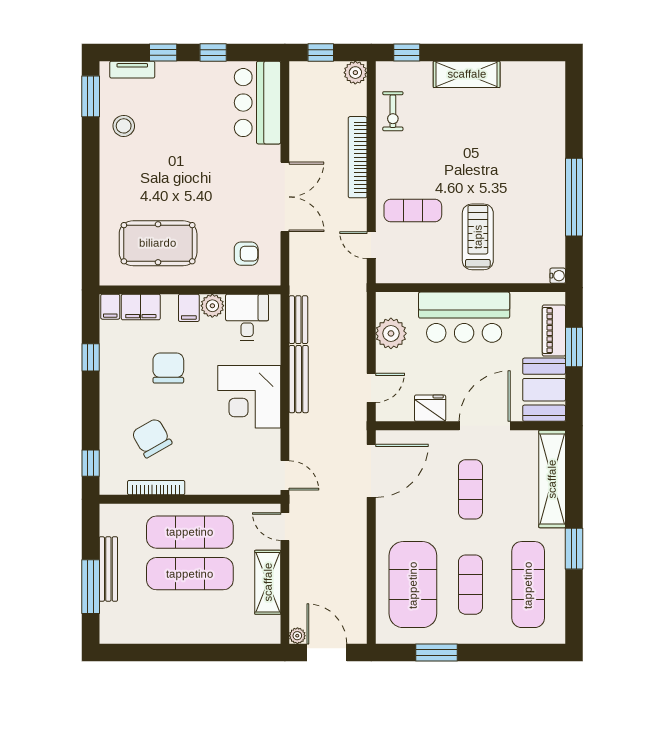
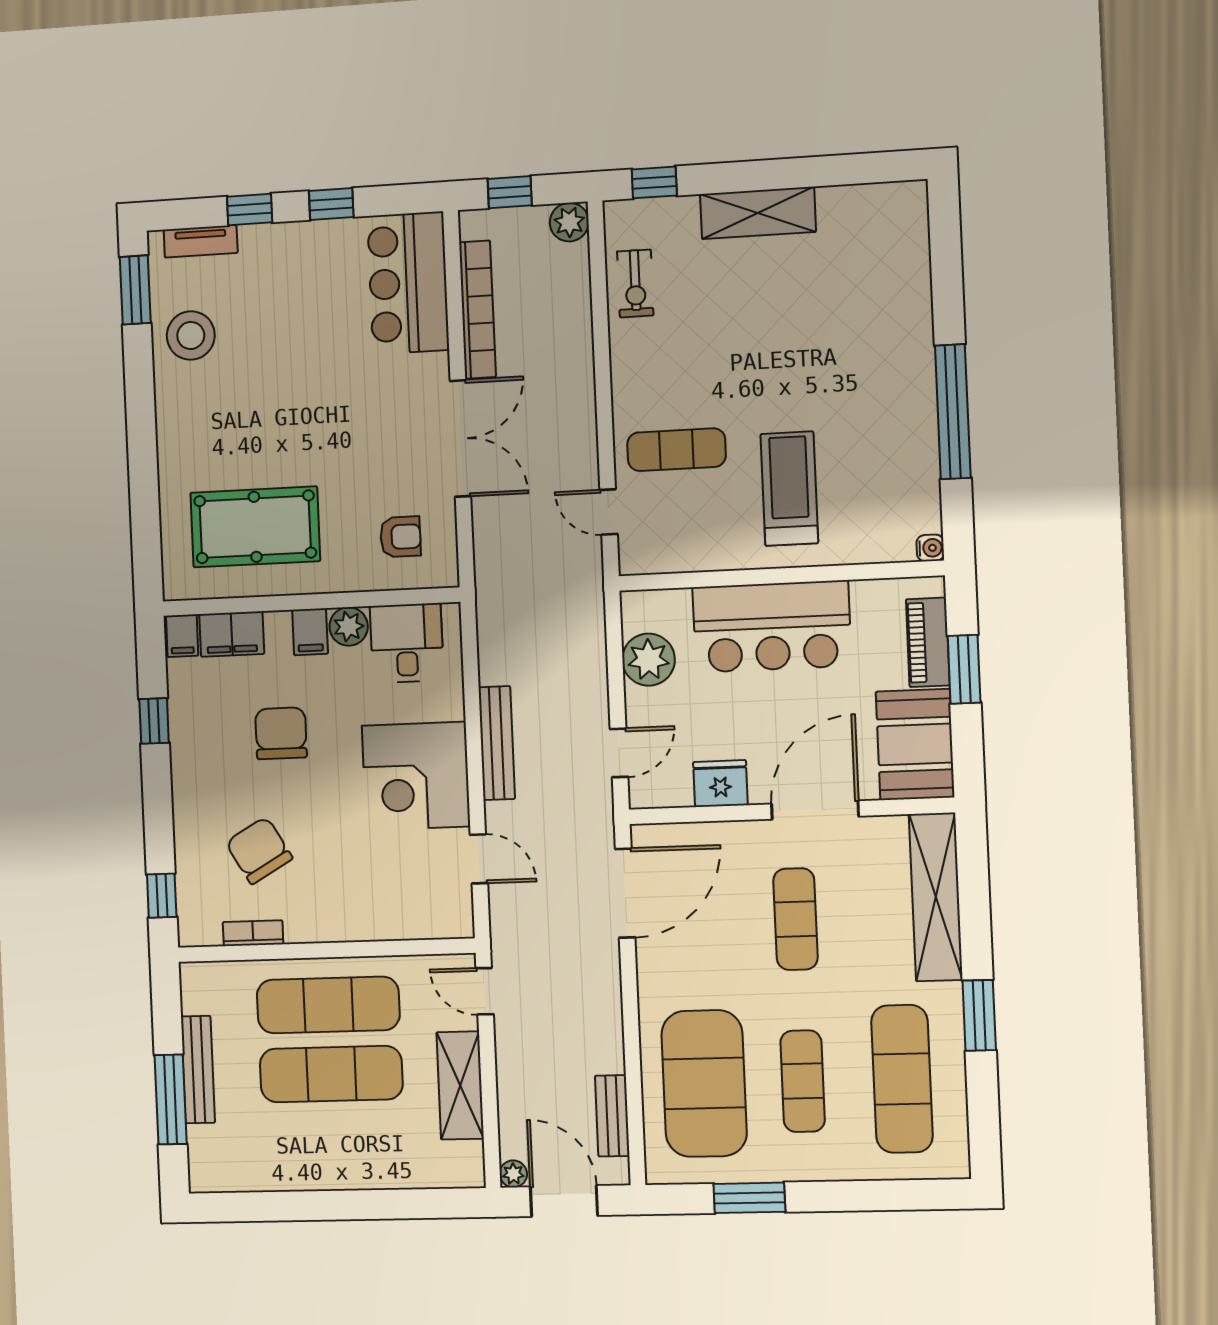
stool: (124, 126) -> (191, 335), width x1.38, depth x1.38
bookcase: (358, 157) -> (477, 310), moved, turned 180
bench: (298, 320) -> (612, 1116), moved
door: (285, 475) -> (479, 859), moved
bookcase: (156, 488) -> (253, 933), width x0.64

